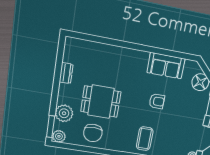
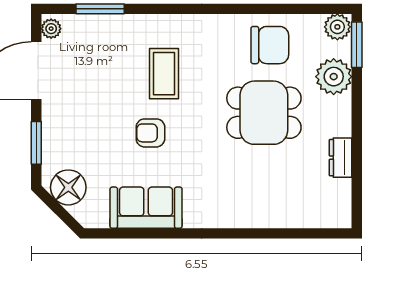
chair: (93, 133) -> (270, 45), turned 90
coffee table: (145, 139) -> (164, 74), moved

